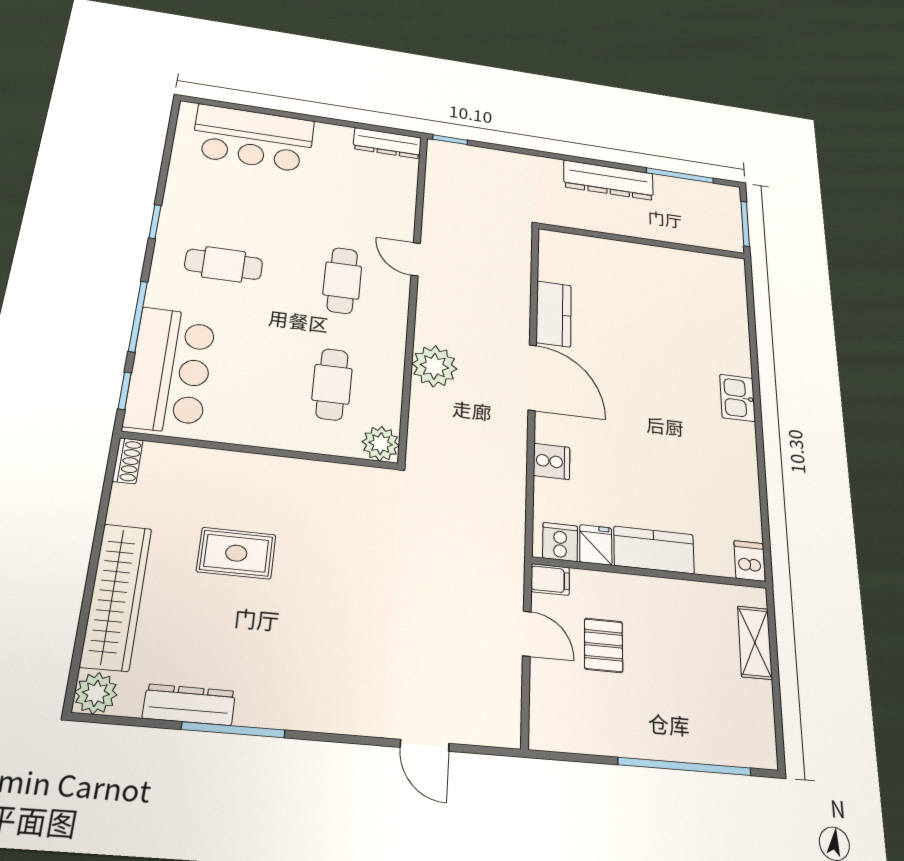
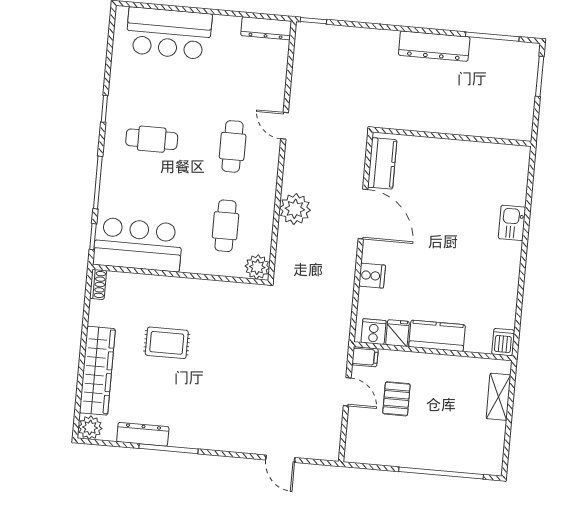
wall: (643, 241) -> (452, 137), moved
bar counter: (171, 370) -> (138, 245), moved, turned -90

